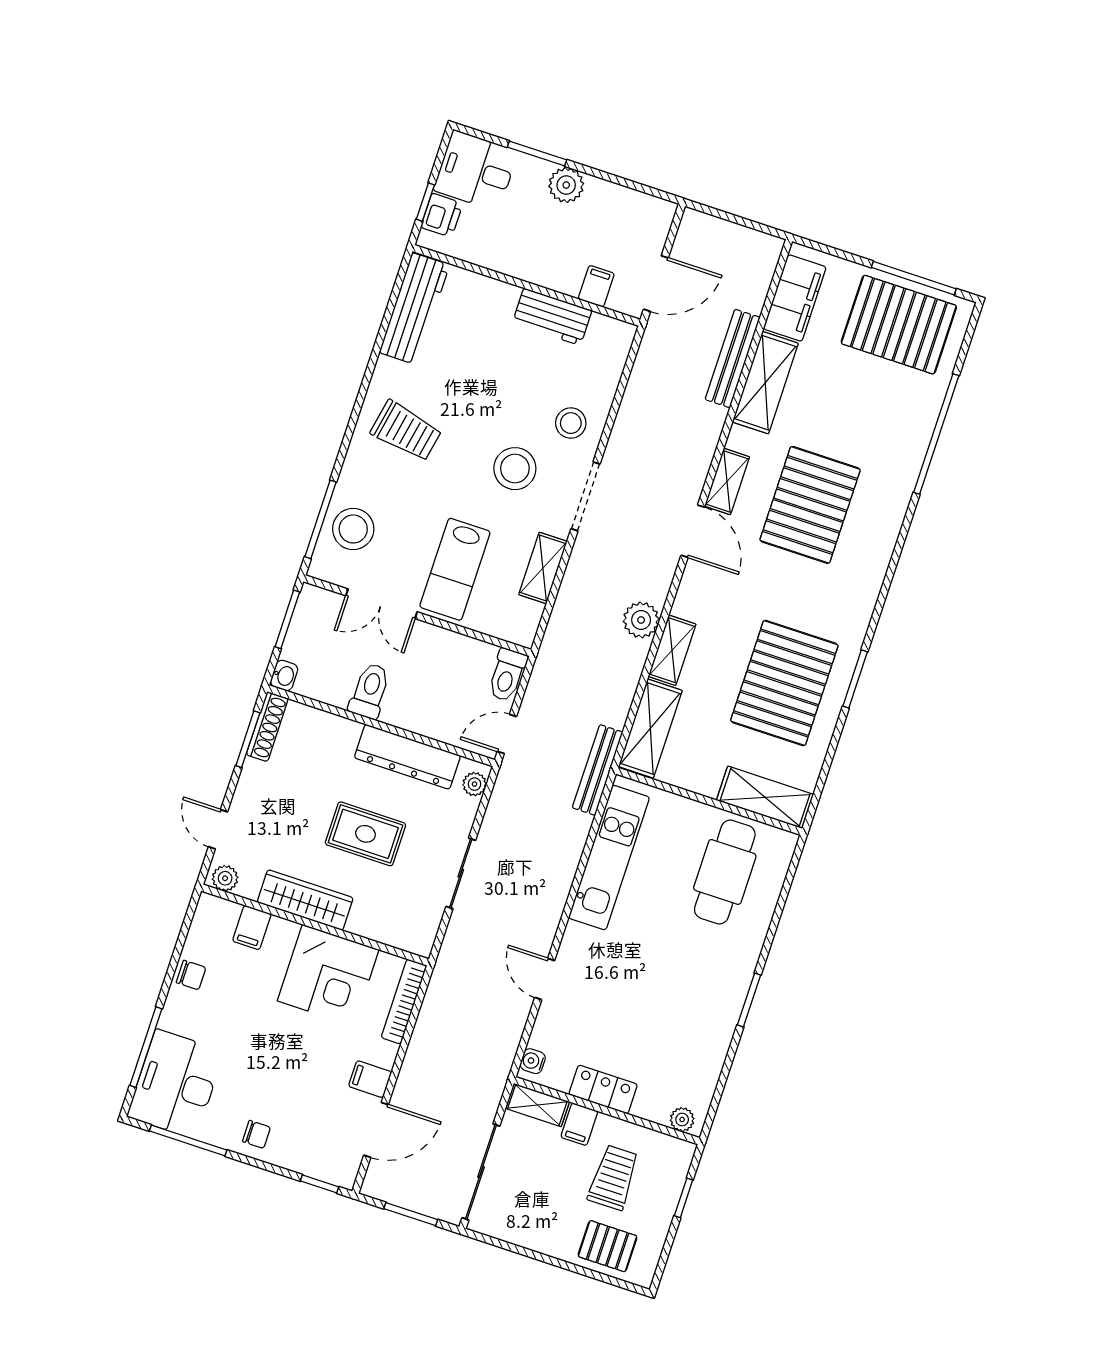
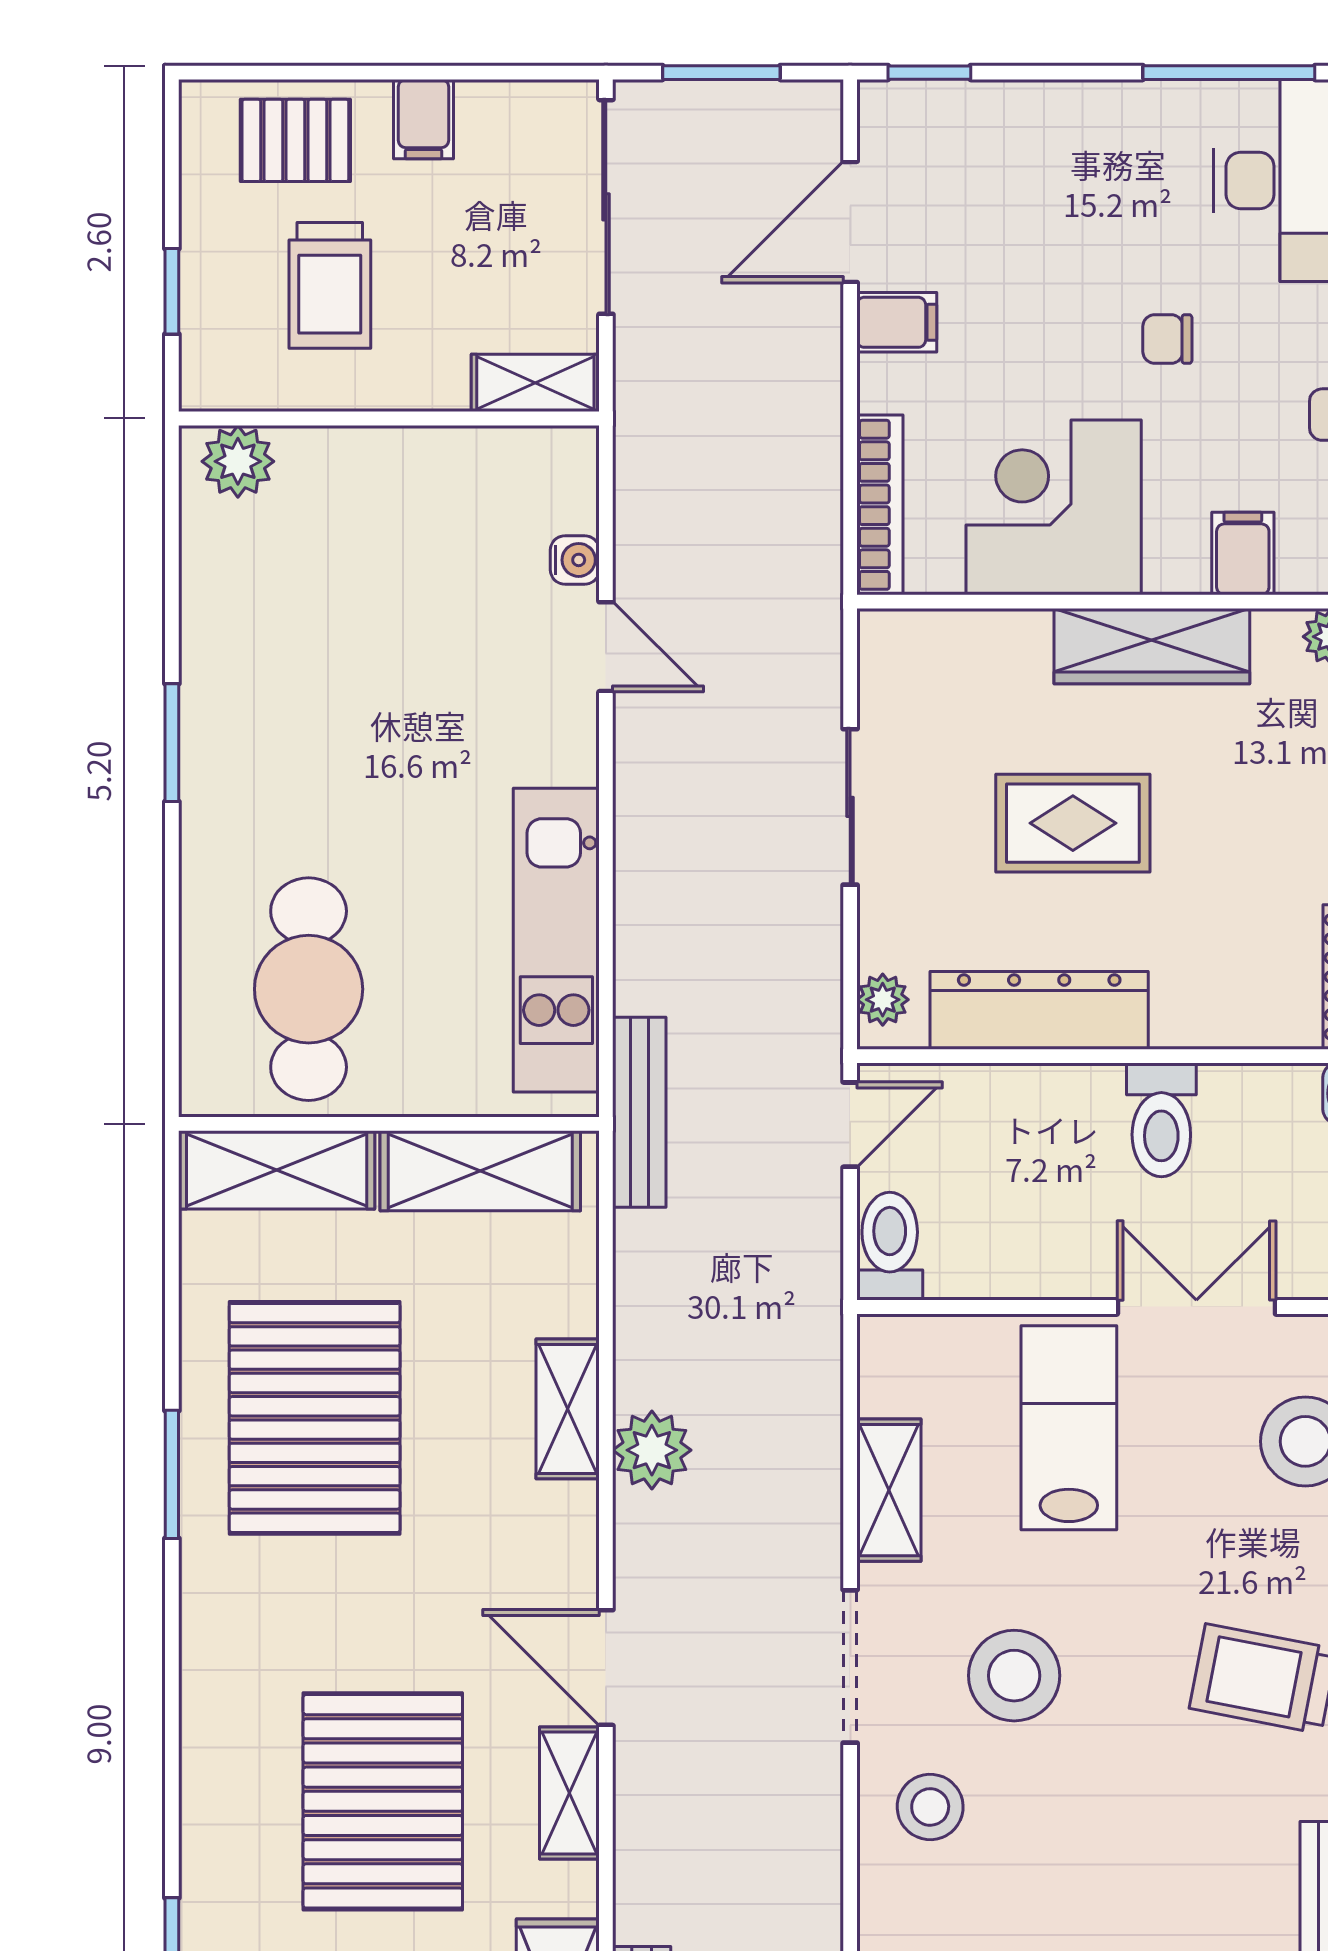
shelving: (650, 729) -> (480, 1171), moved, turned 90
water cooler: (533, 1061) -> (575, 560), moved
locker: (603, 1089) -> (411, 459), removed
plant: (682, 1119) -> (238, 461), width x1.38, depth x1.38
filing cabinet: (579, 1124) -> (424, 119), moved, turned 180
chair: (256, 1134) -> (1167, 339), moved

